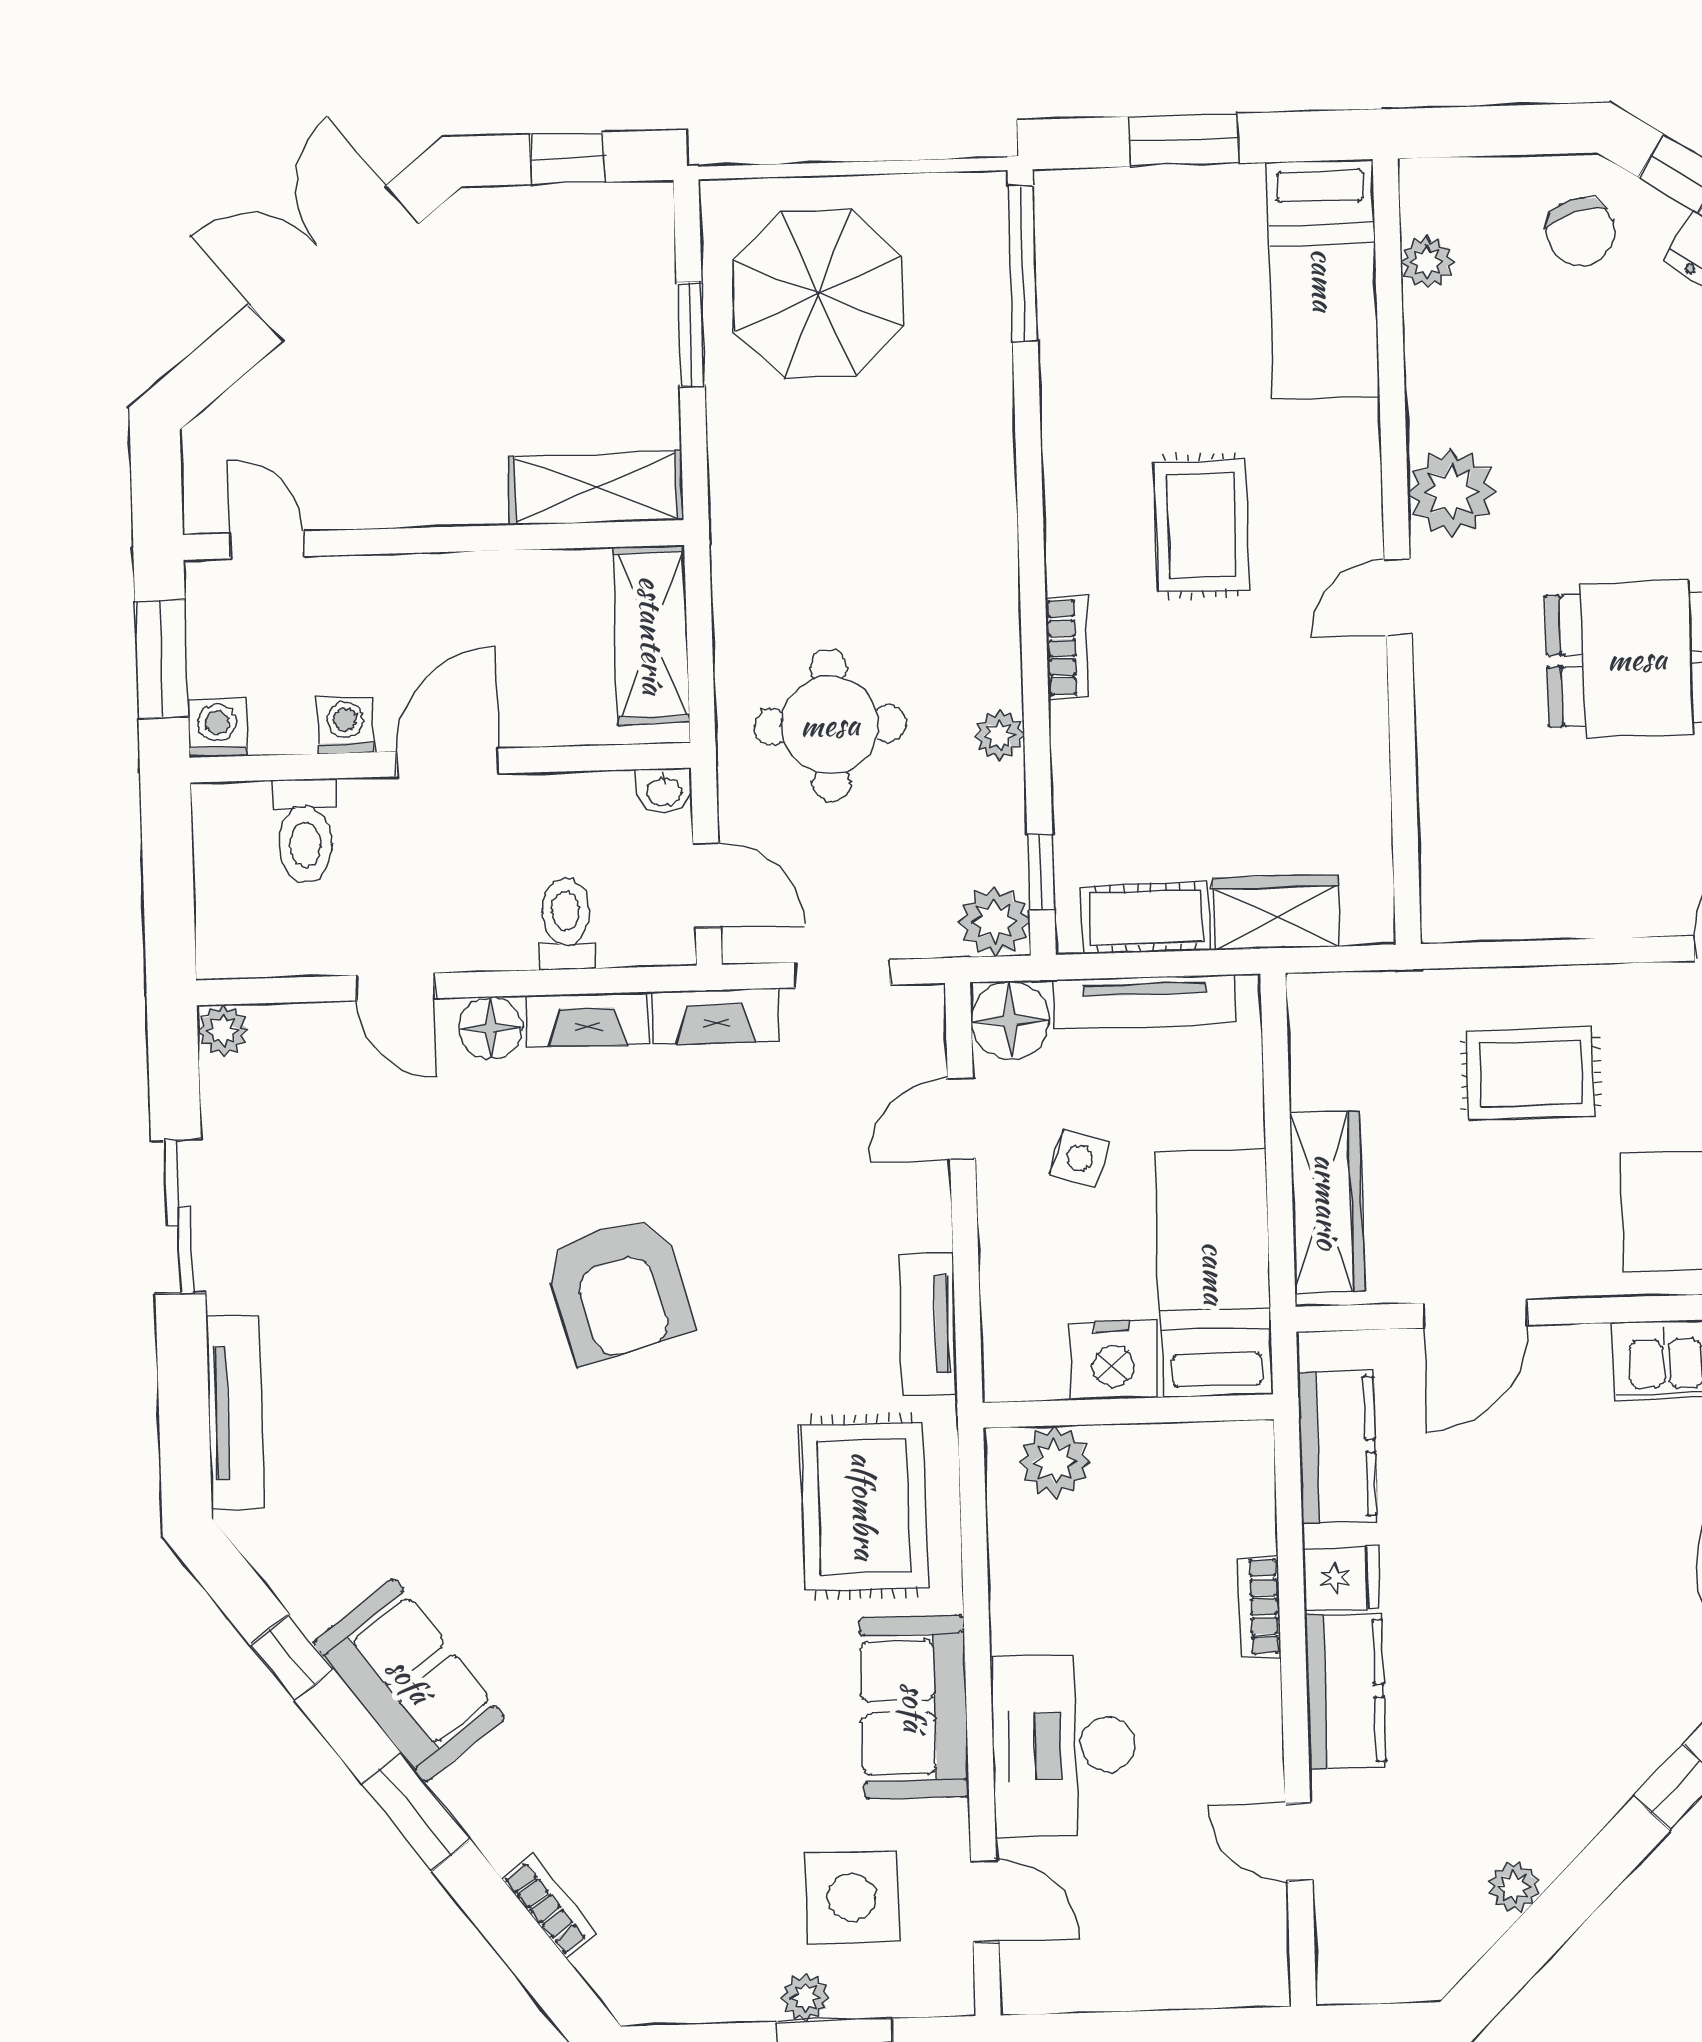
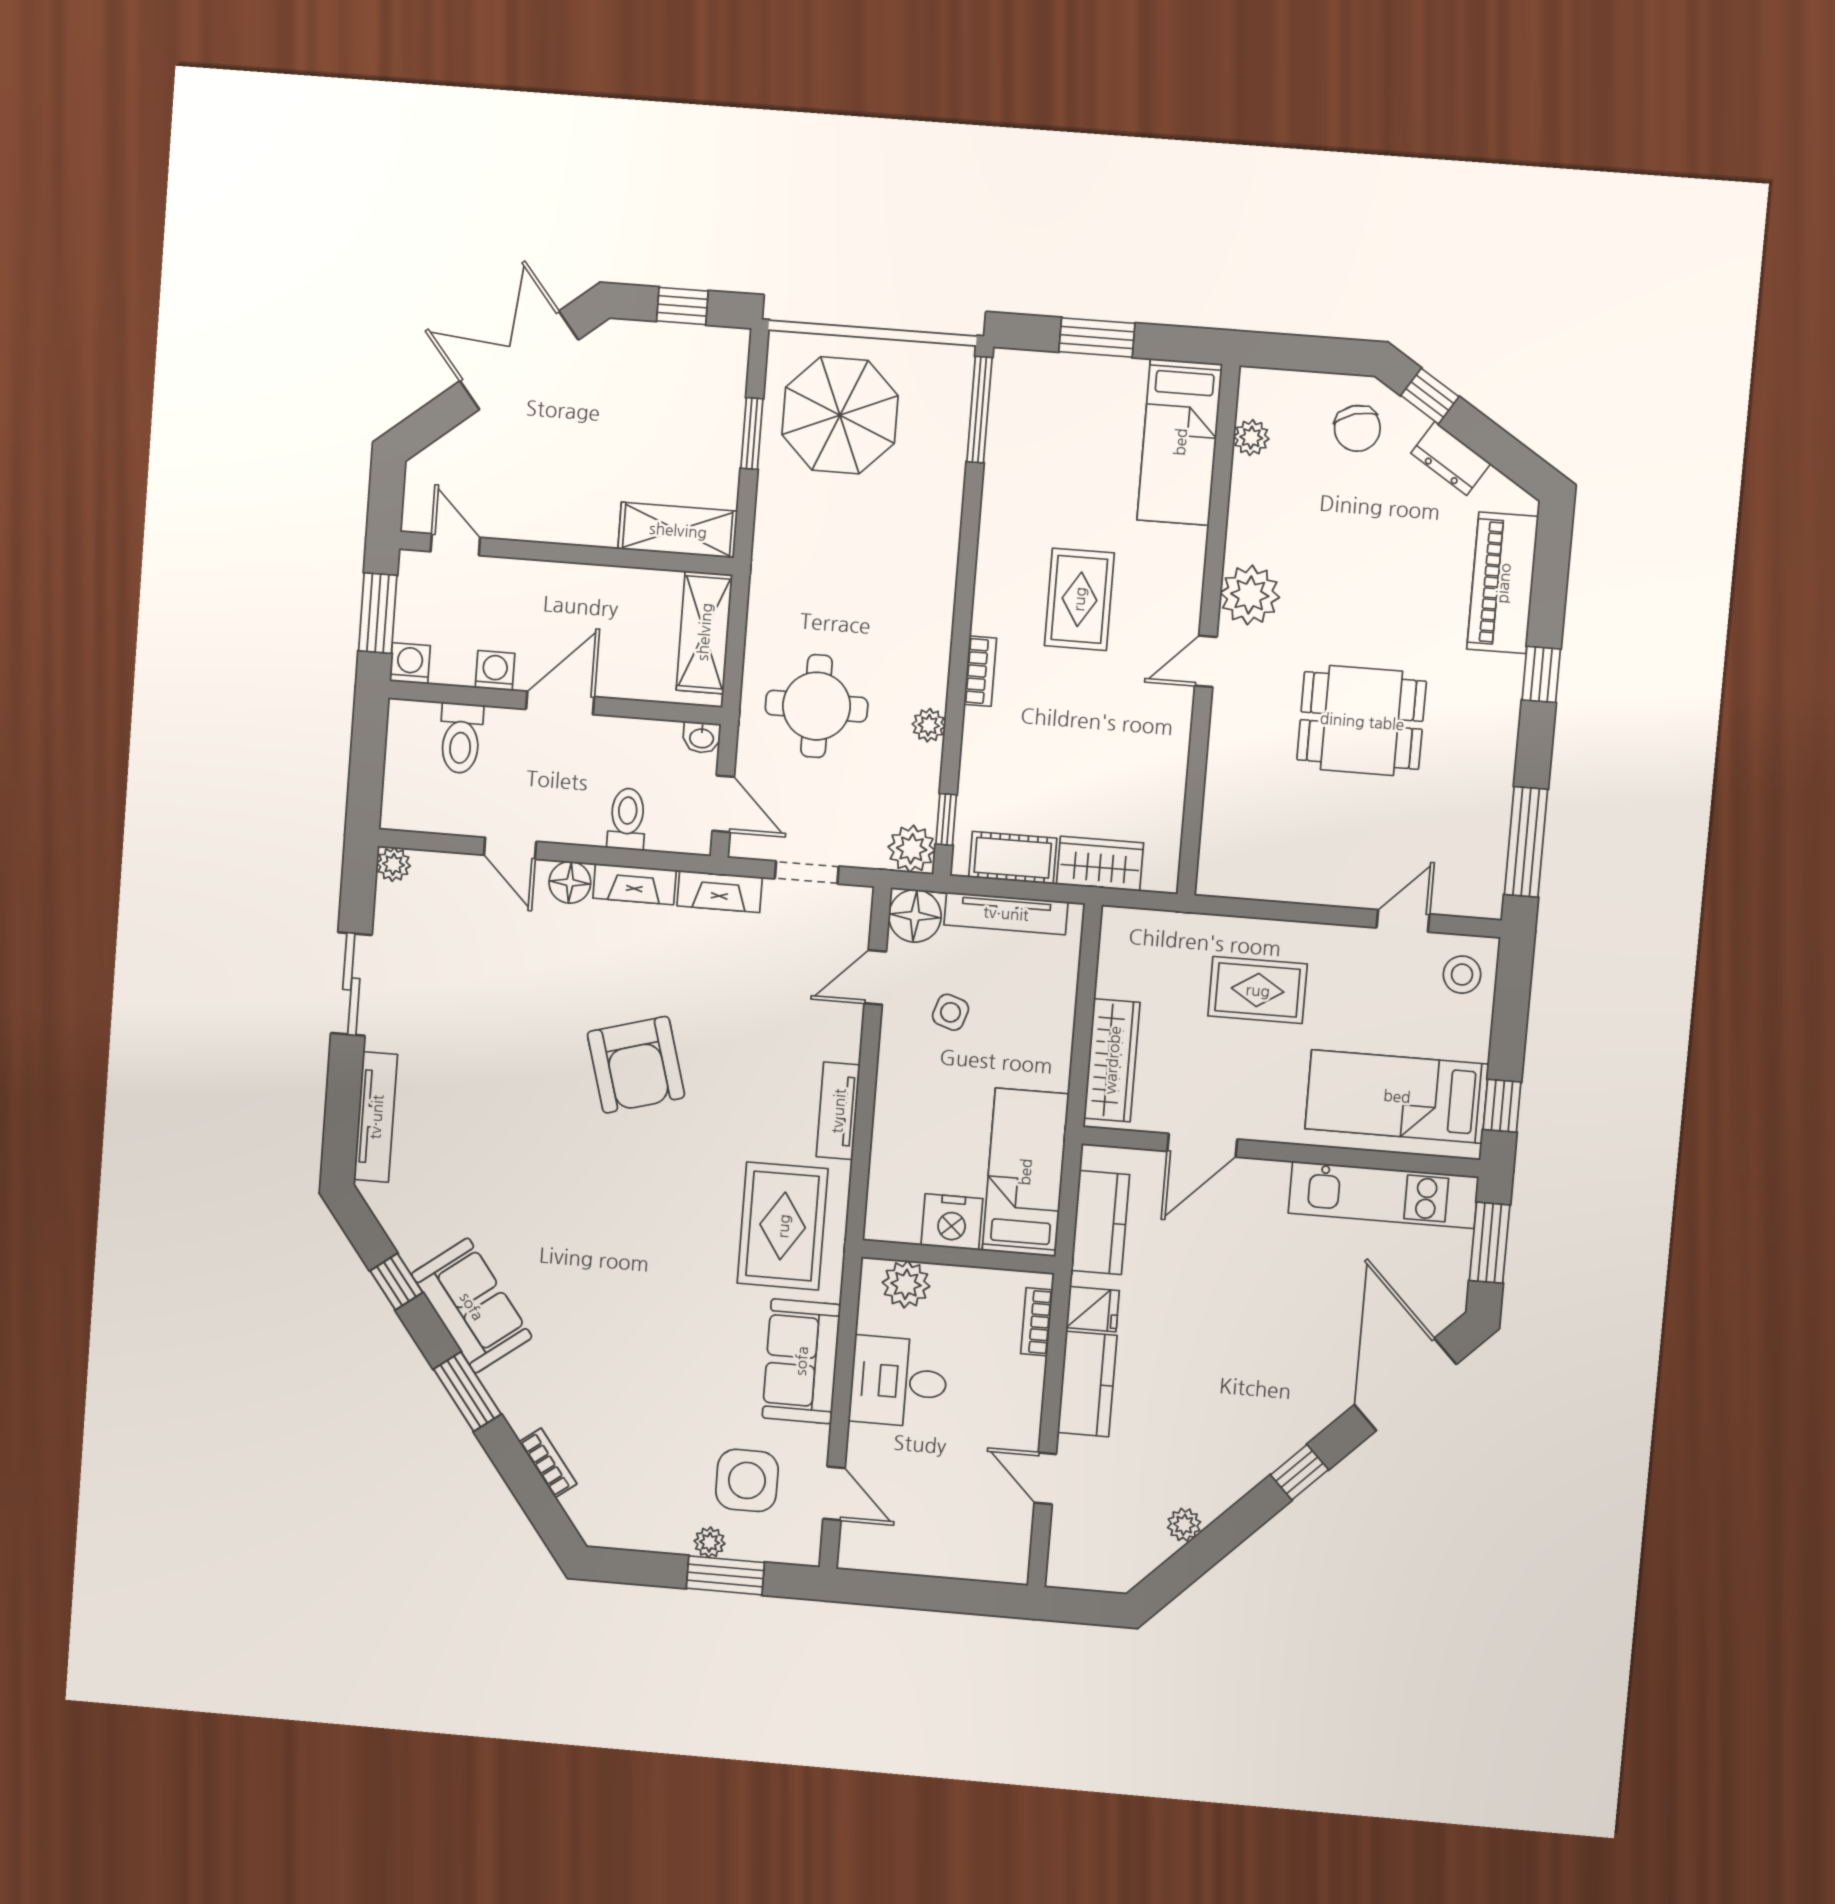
bed: (1214, 1273) -> (1025, 1172), moved
nightstand: (1113, 1360) -> (952, 1222), moved
wall: (1128, 1411) -> (958, 1257), moved
plant: (1055, 1461) -> (906, 1284), moved
desk: (1064, 1746) -> (899, 1382), width x0.73

